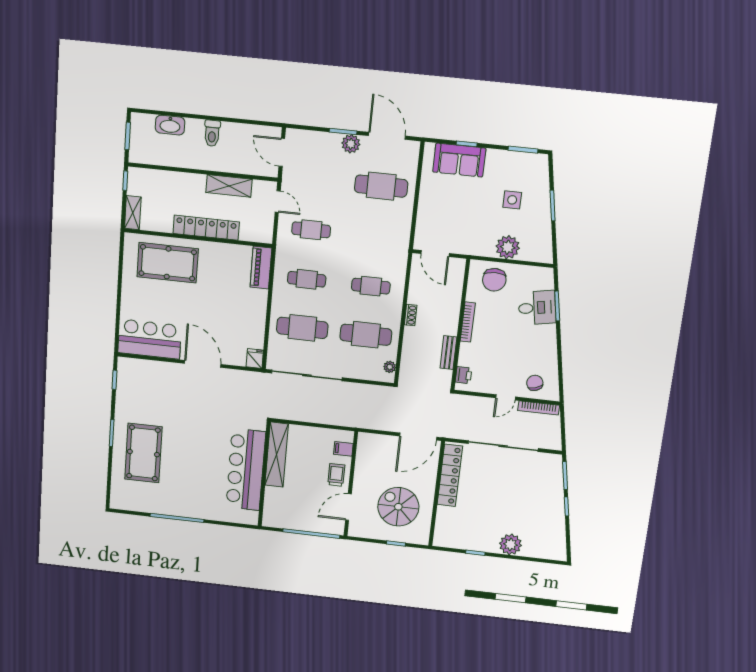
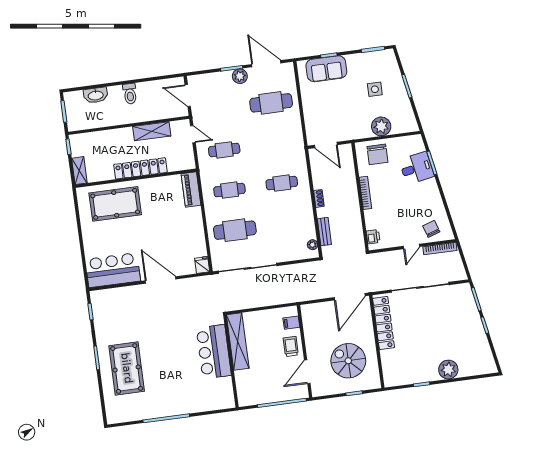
cafe table: (366, 335) -> (287, 223), removed
bench: (448, 353) -> (324, 232), moved
bar counter: (246, 470) -> (214, 352), width x0.73

